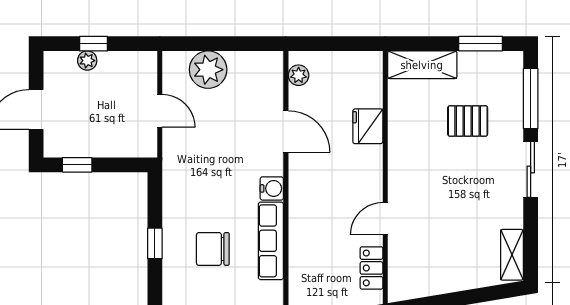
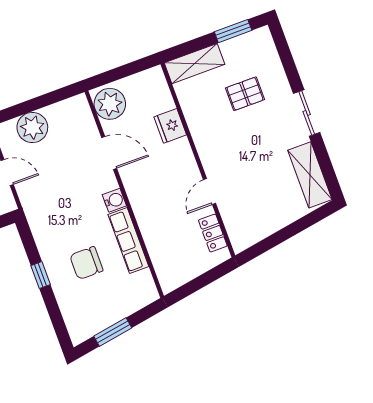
plant: (299, 75) -> (110, 104), width x1.88, depth x1.88
window: (531, 98) -> (287, 59), removed
shelving: (512, 255) -> (310, 175), width x1.50, depth x1.33

